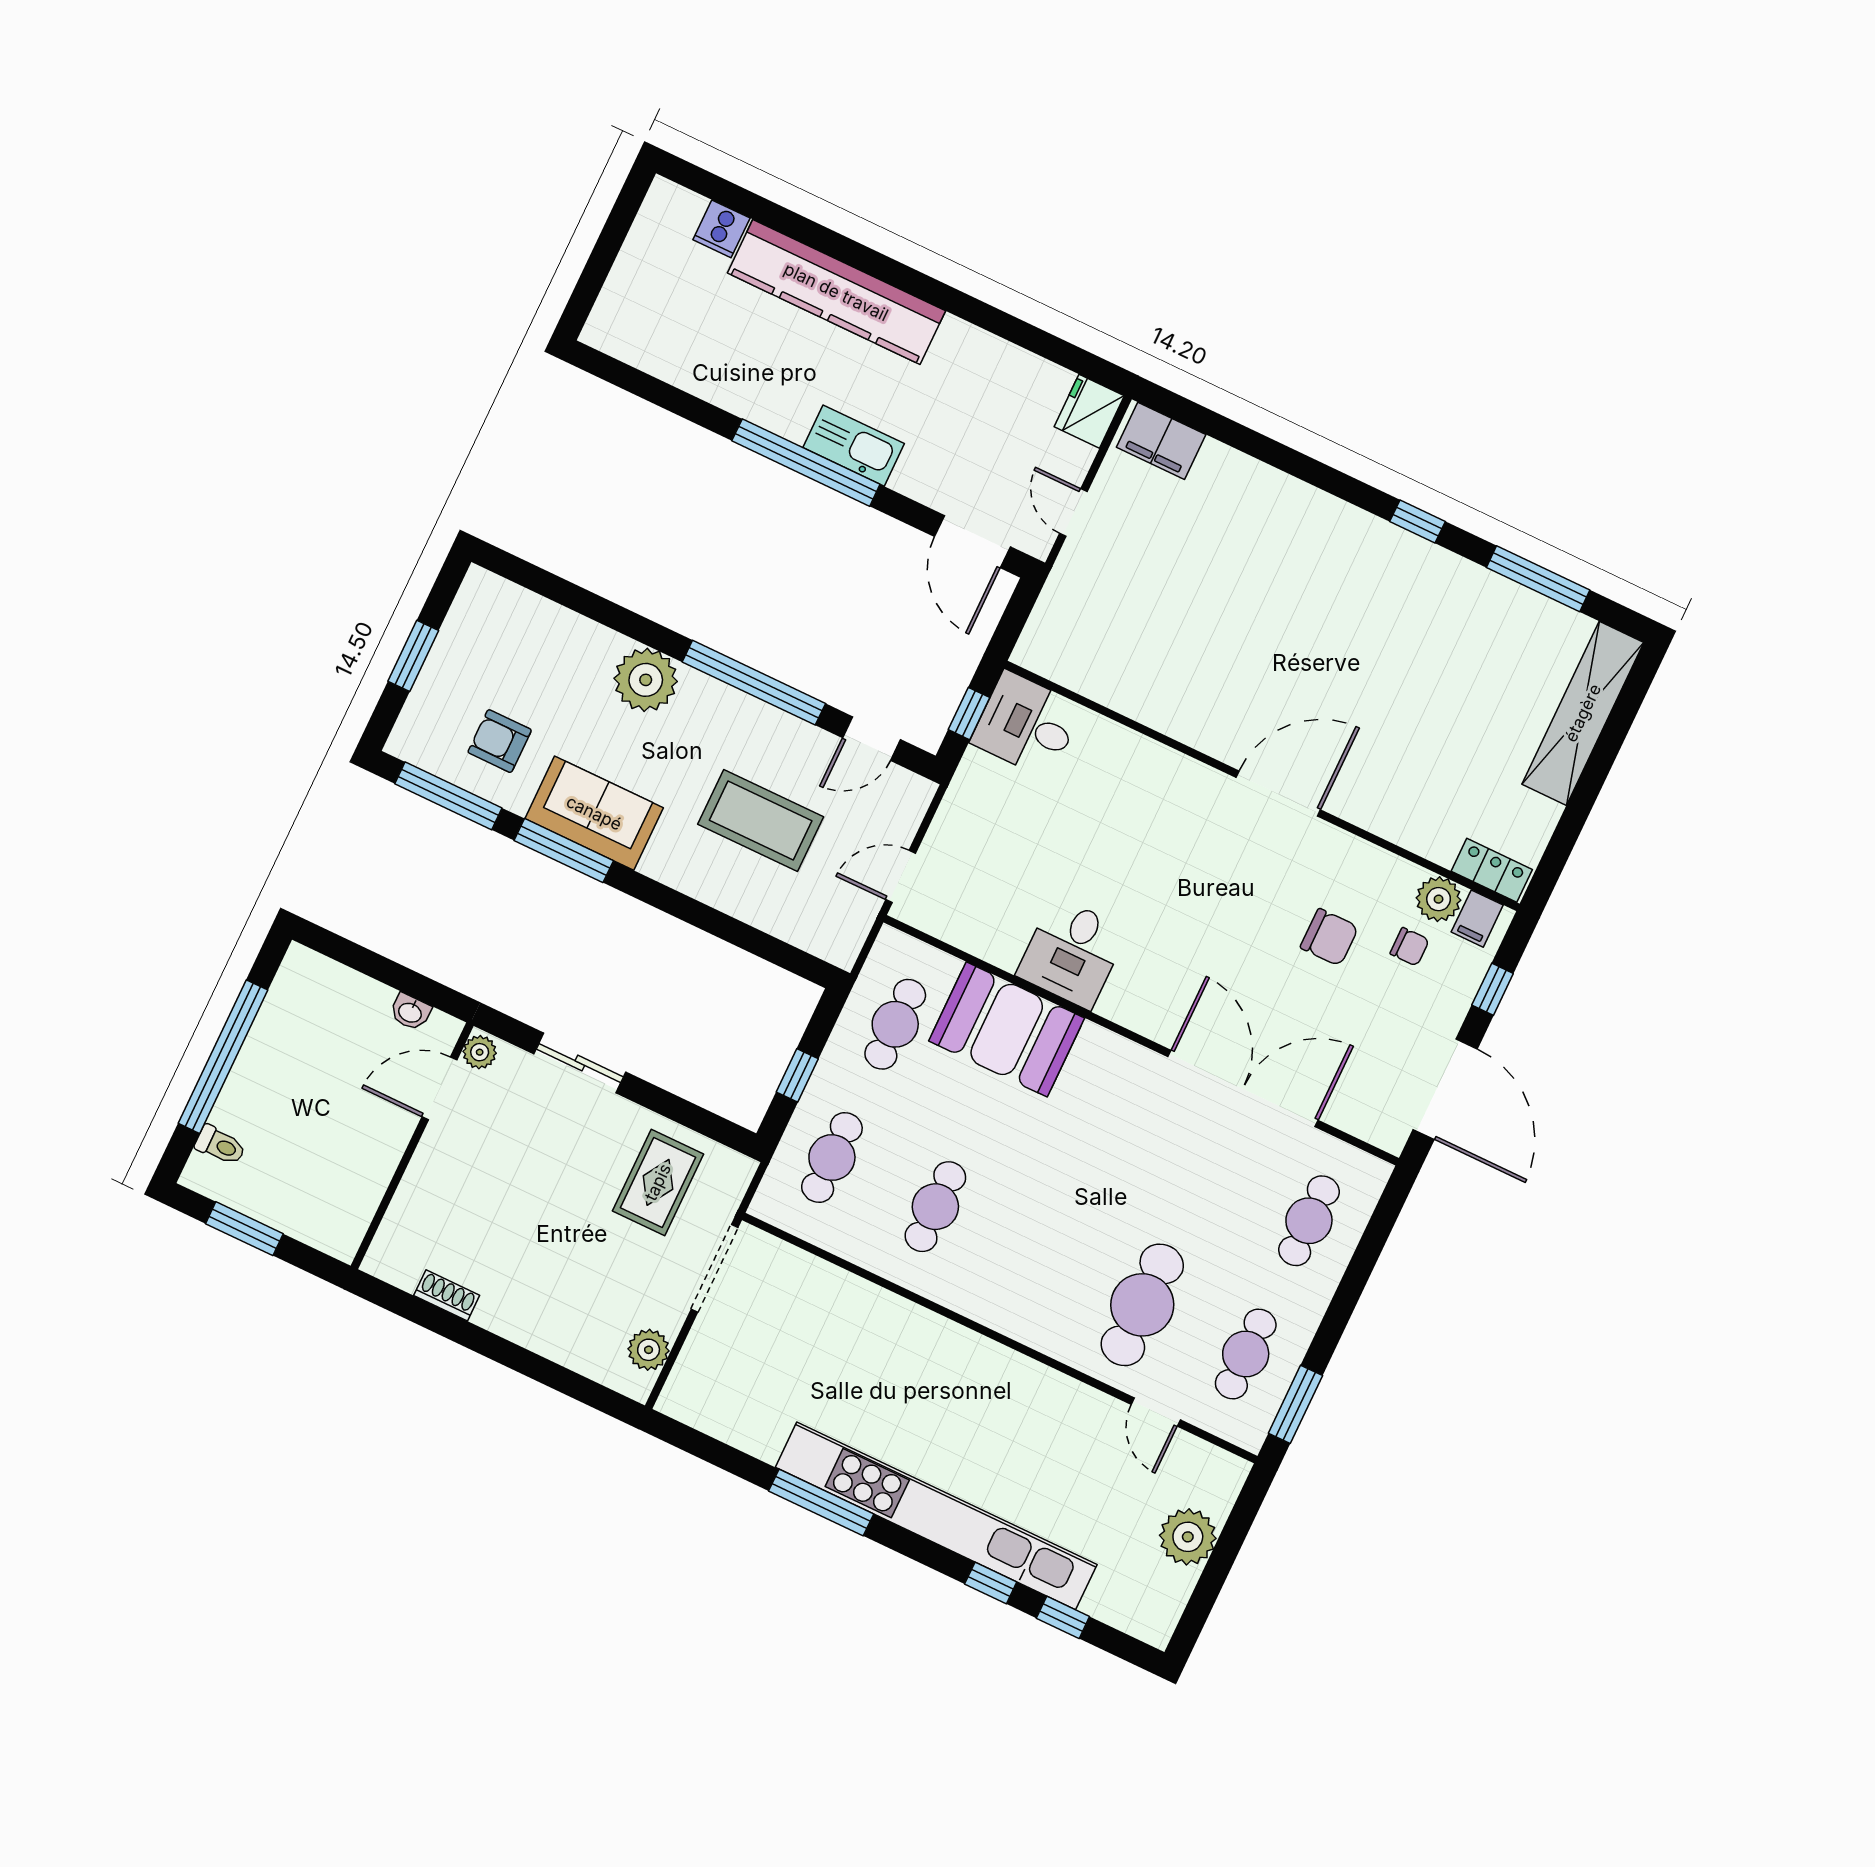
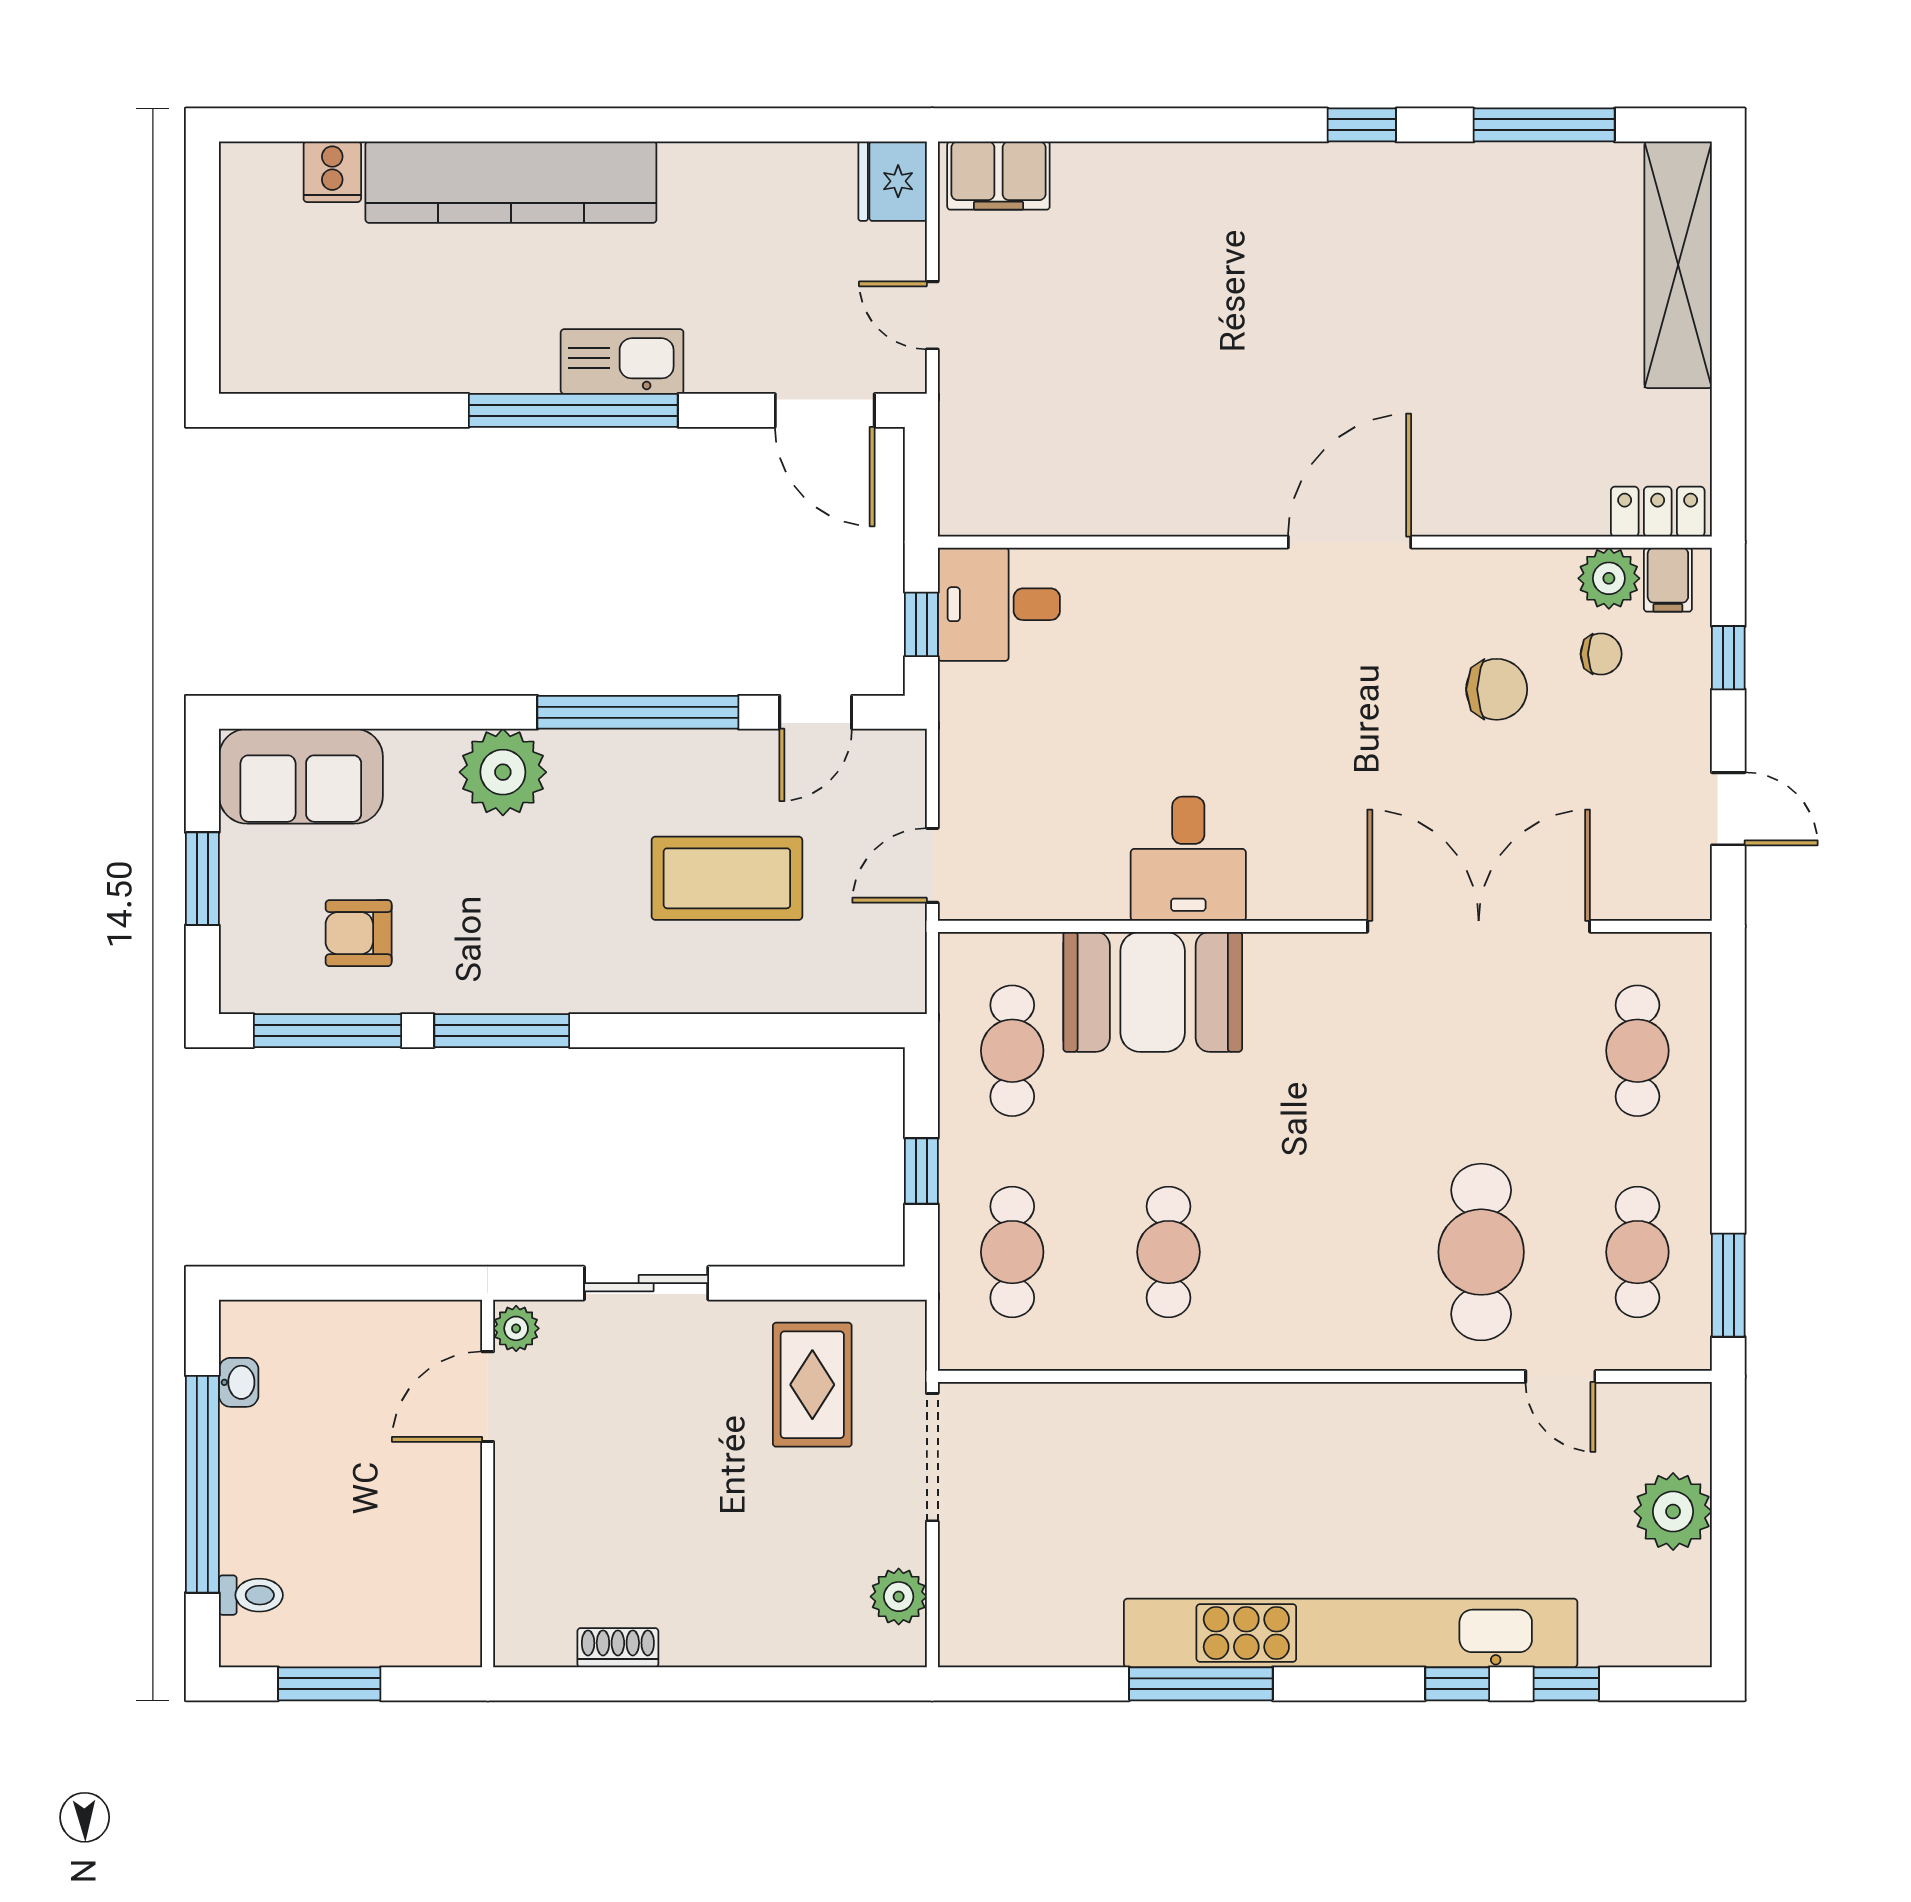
sofa: (594, 813) -> (301, 776), moved, turned 180
washbasin: (410, 1012) -> (239, 1382), moved, turned -90
door: (1445, 1089) -> (1728, 809), width x0.53

